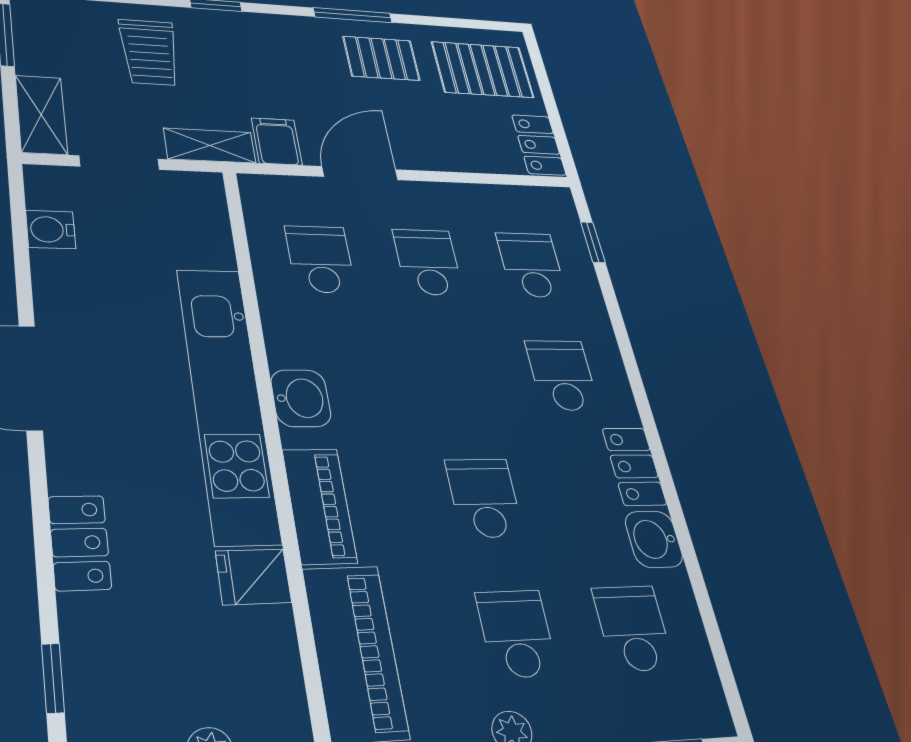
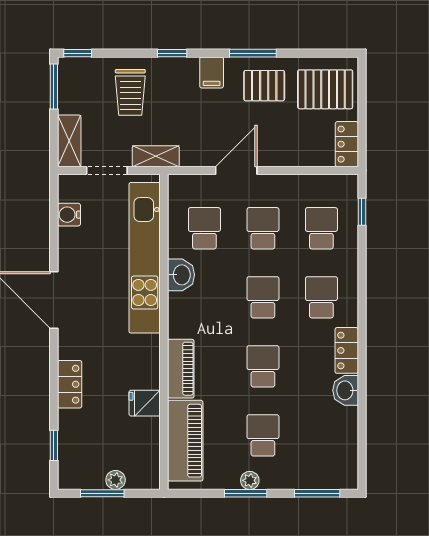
filing cabinet: (277, 141) -> (212, 72), moved, turned 180
washbasin: (301, 398) -> (181, 275), moved
kitchen unit: (227, 401) -> (145, 258), moved
school desk: (633, 628) -> (263, 297), moved

